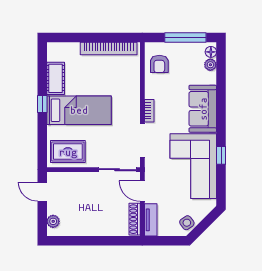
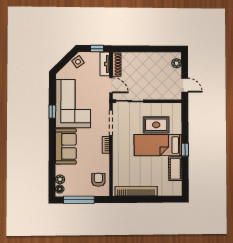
rug: (68, 152) -> (156, 125), moved
window: (161, 241) -> (97, 49), added

